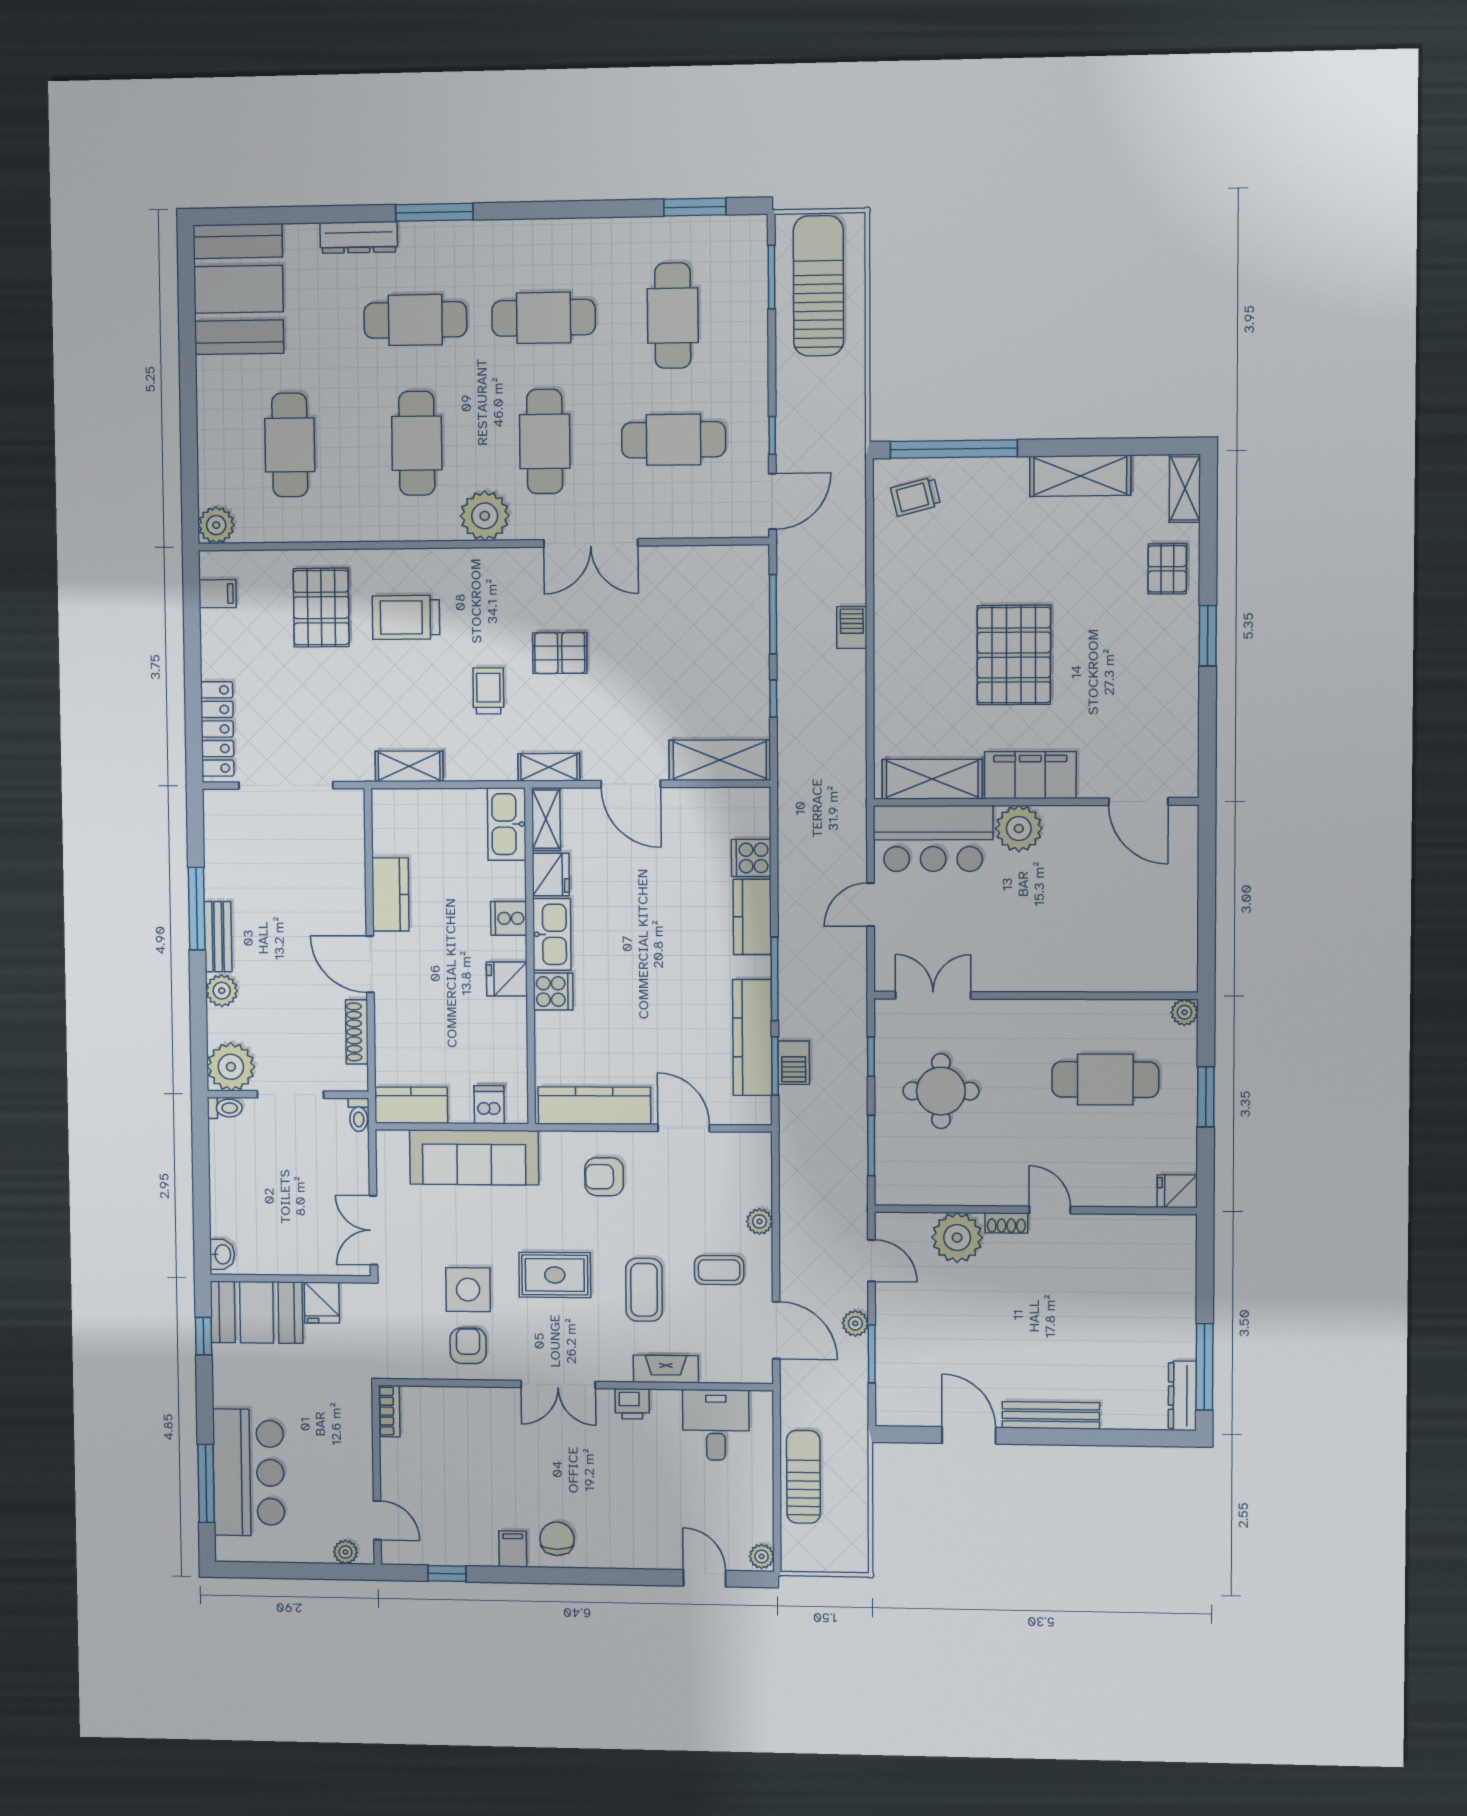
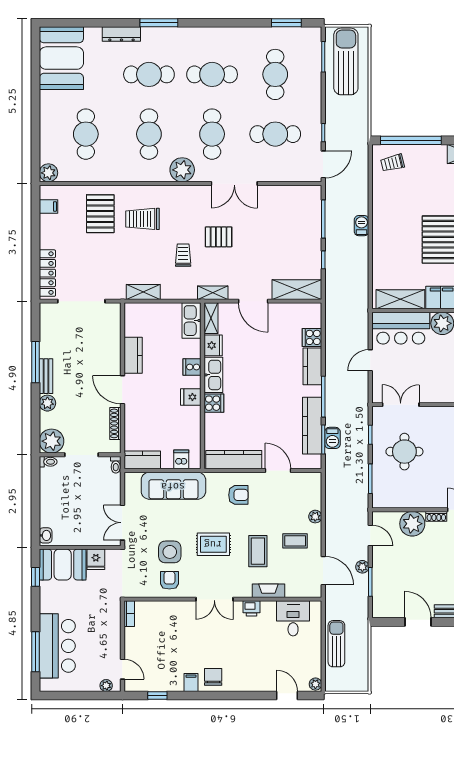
armchair: (604, 1177) -> (238, 495), turned 180

